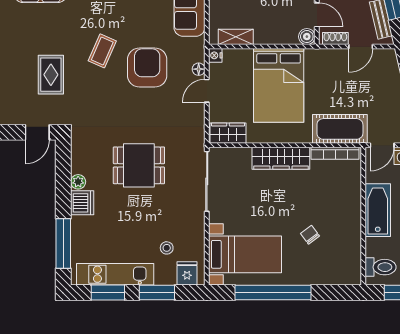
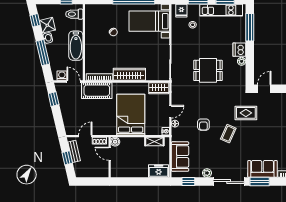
armchair: (147, 68) -> (203, 125), width x0.53, depth x0.53
rug: (51, 75) -> (246, 113), moved, turned 90
door: (382, 145) -> (73, 82), hinge flipped

